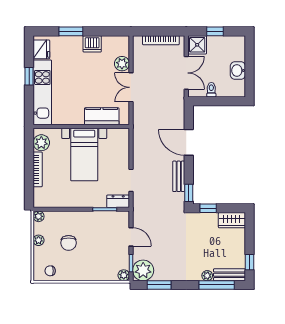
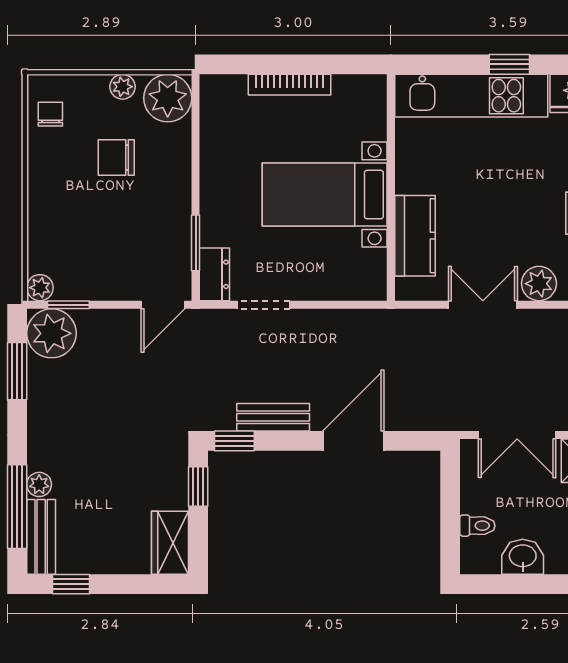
toilet: (211, 90) -> (477, 526), moved
plant: (41, 143) -> (352, 93), removed
plant: (39, 216) -> (168, 98), width x1.88, depth x1.88
door: (131, 237) -> (163, 305), moved

